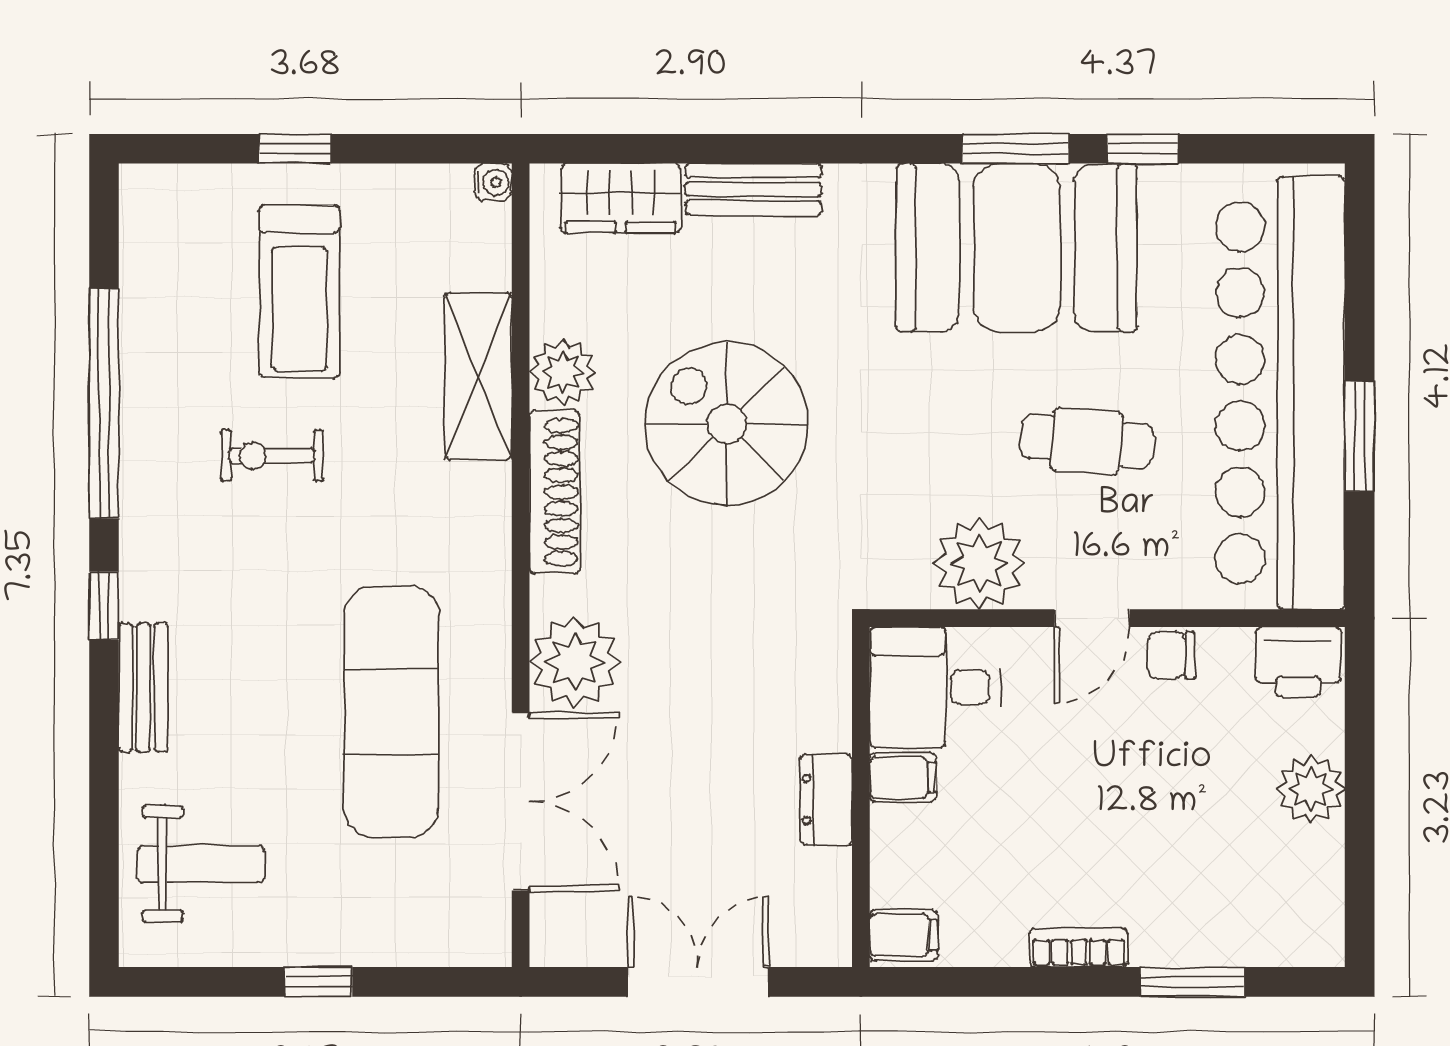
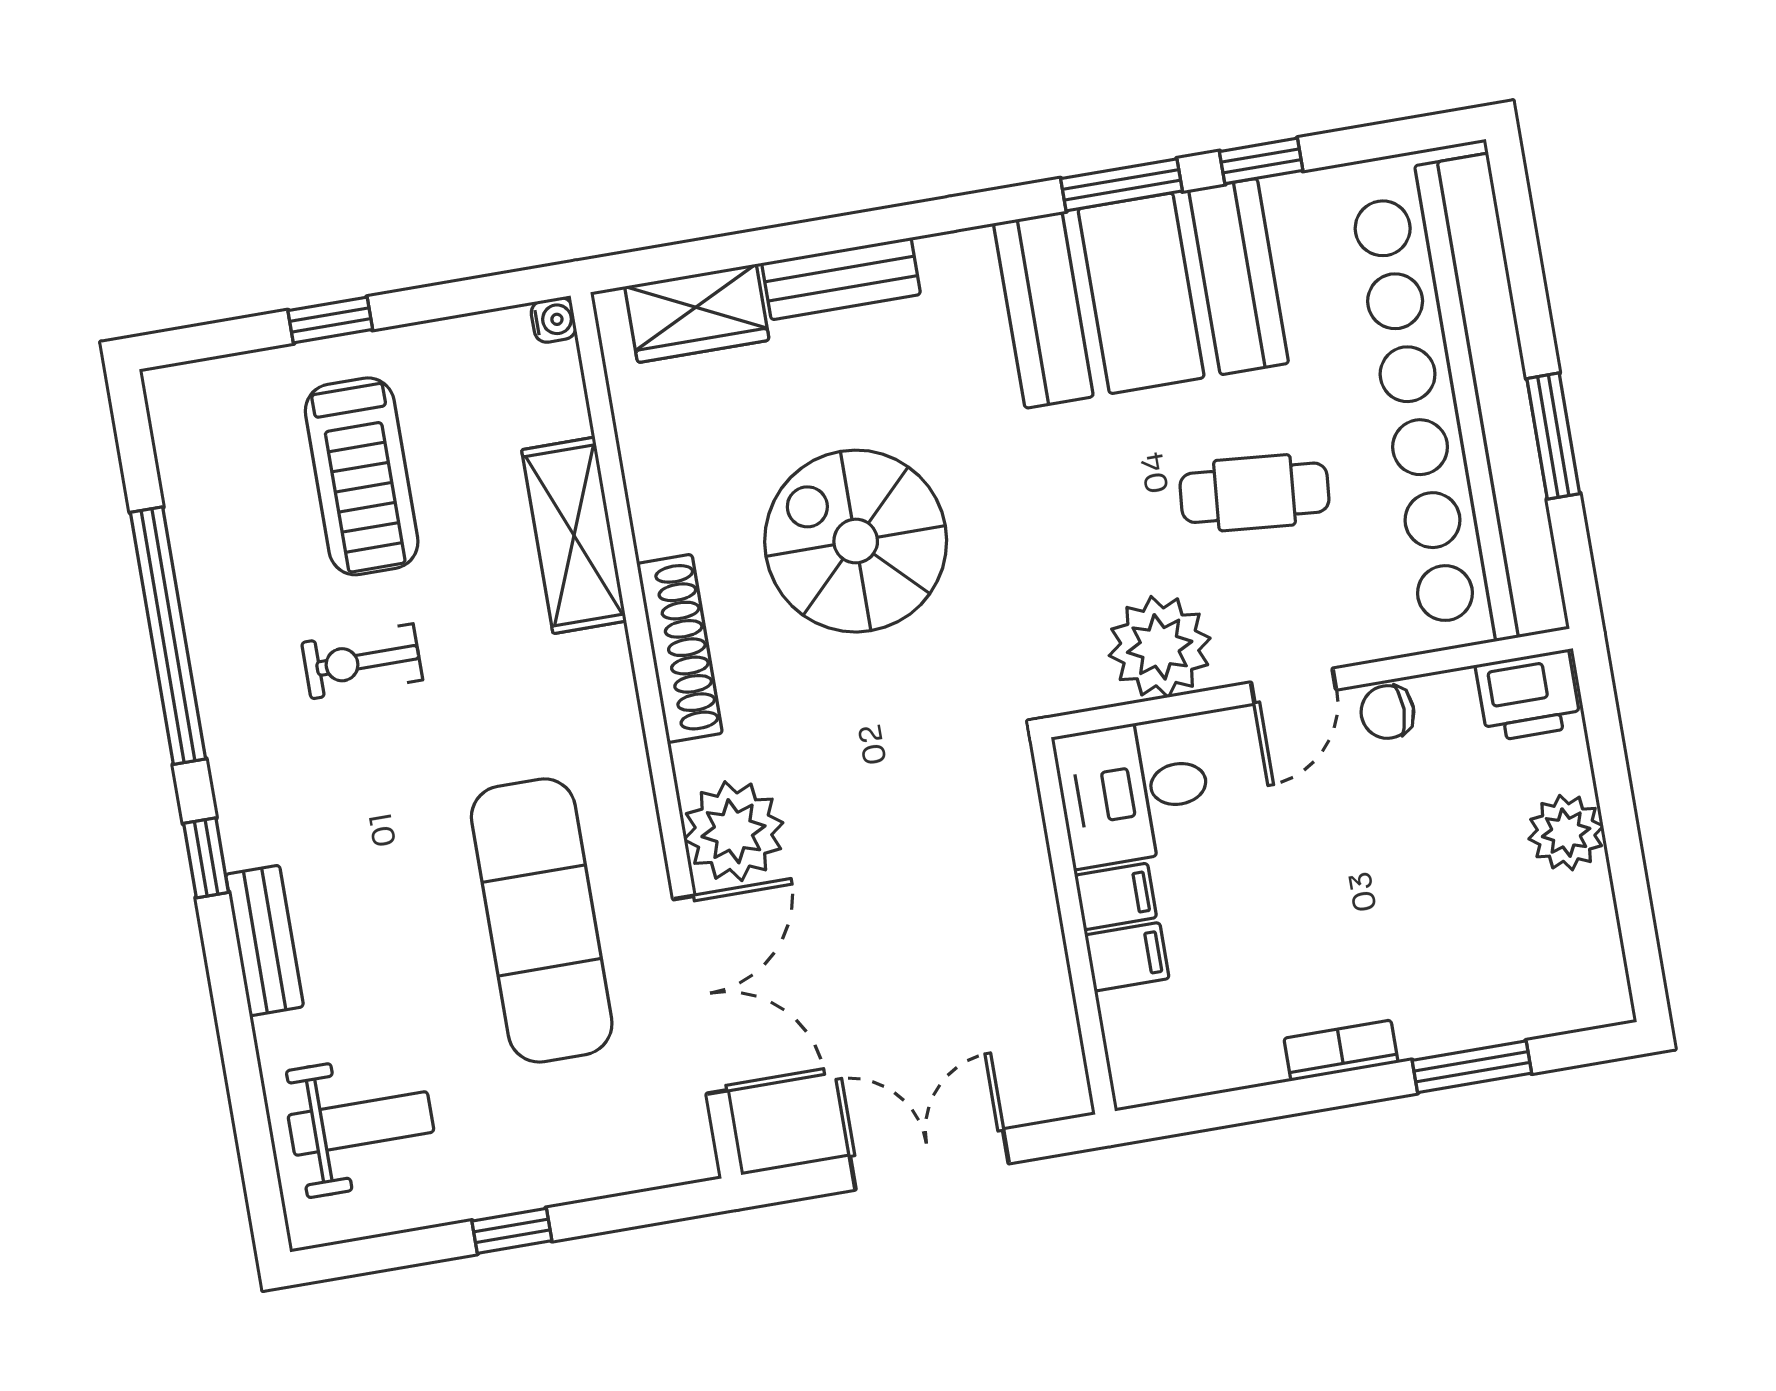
plant: (563, 372) -> (666, 515), removed
dresser: (826, 800) -> (1036, 935), removed
filing cabinet: (904, 935) -> (1127, 957), moved

